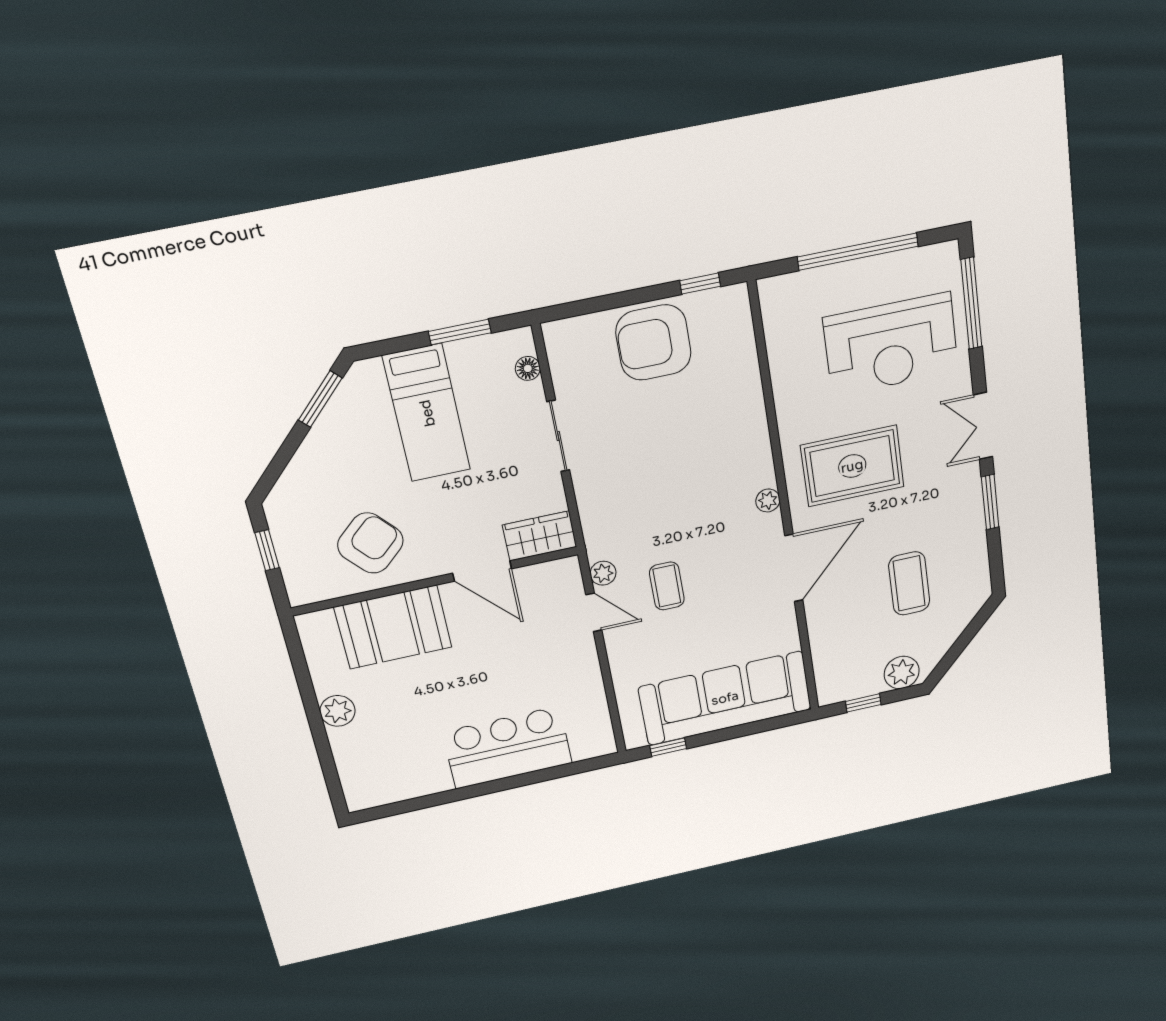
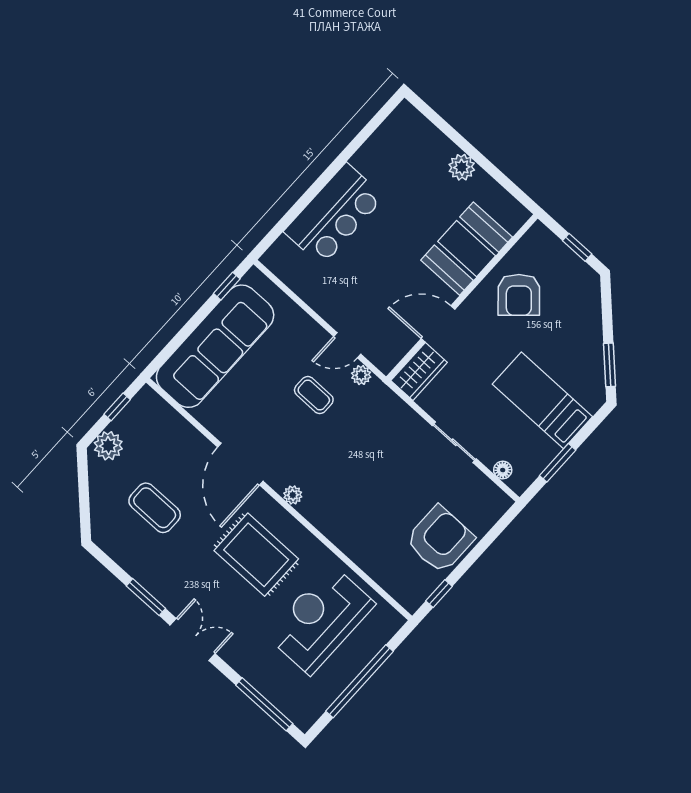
reception desk: (891, 345) -> (320, 619), moved
rug: (852, 466) -> (256, 555), turned 90

